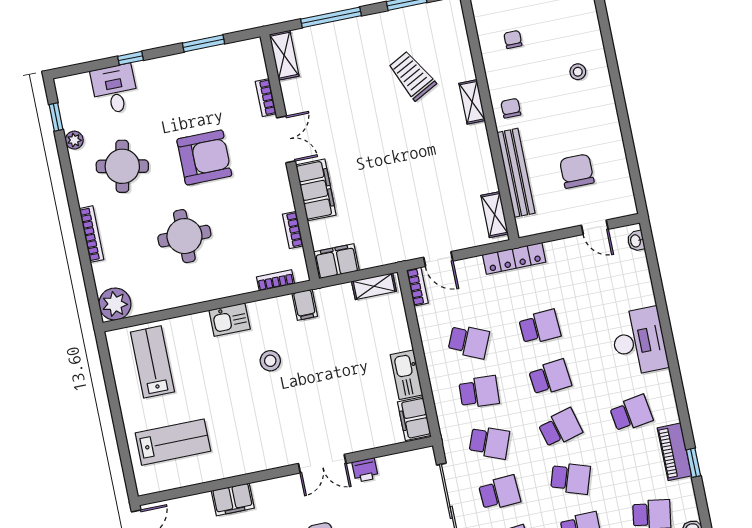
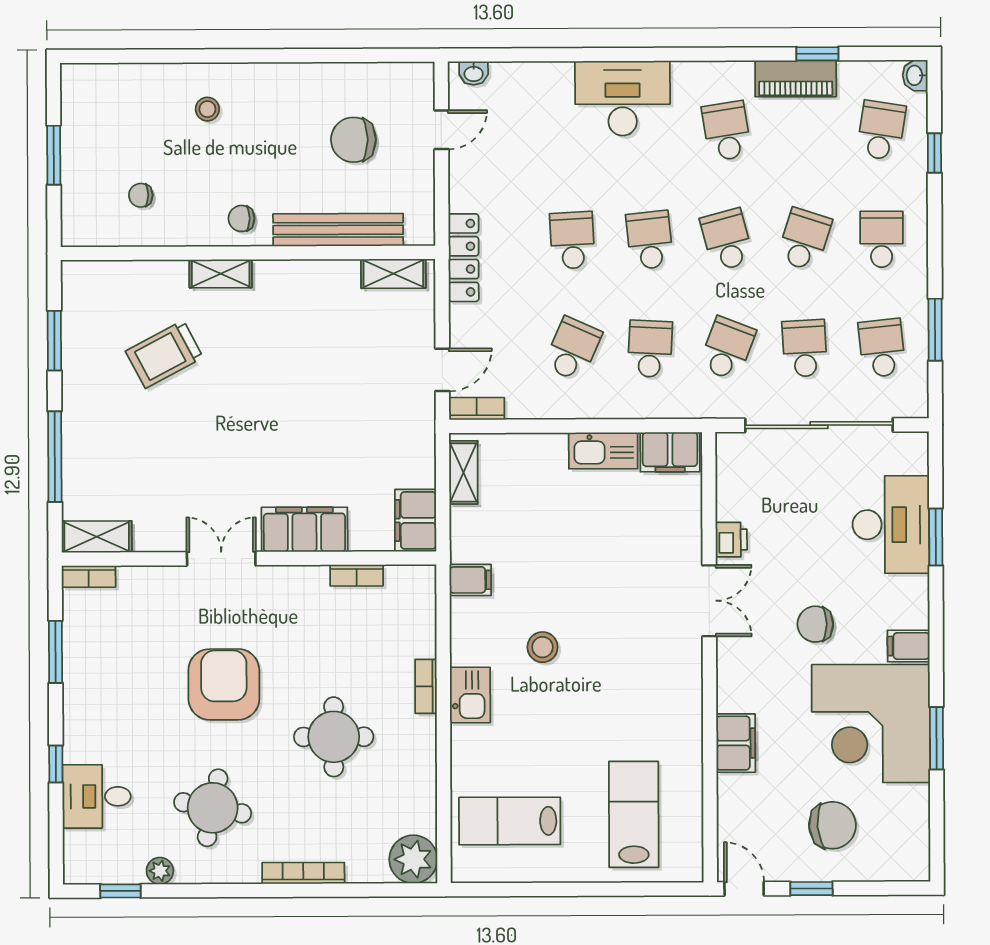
bookcase: (266, 98) -> (89, 576), moved
bookcase: (275, 280) -> (426, 686), moved

